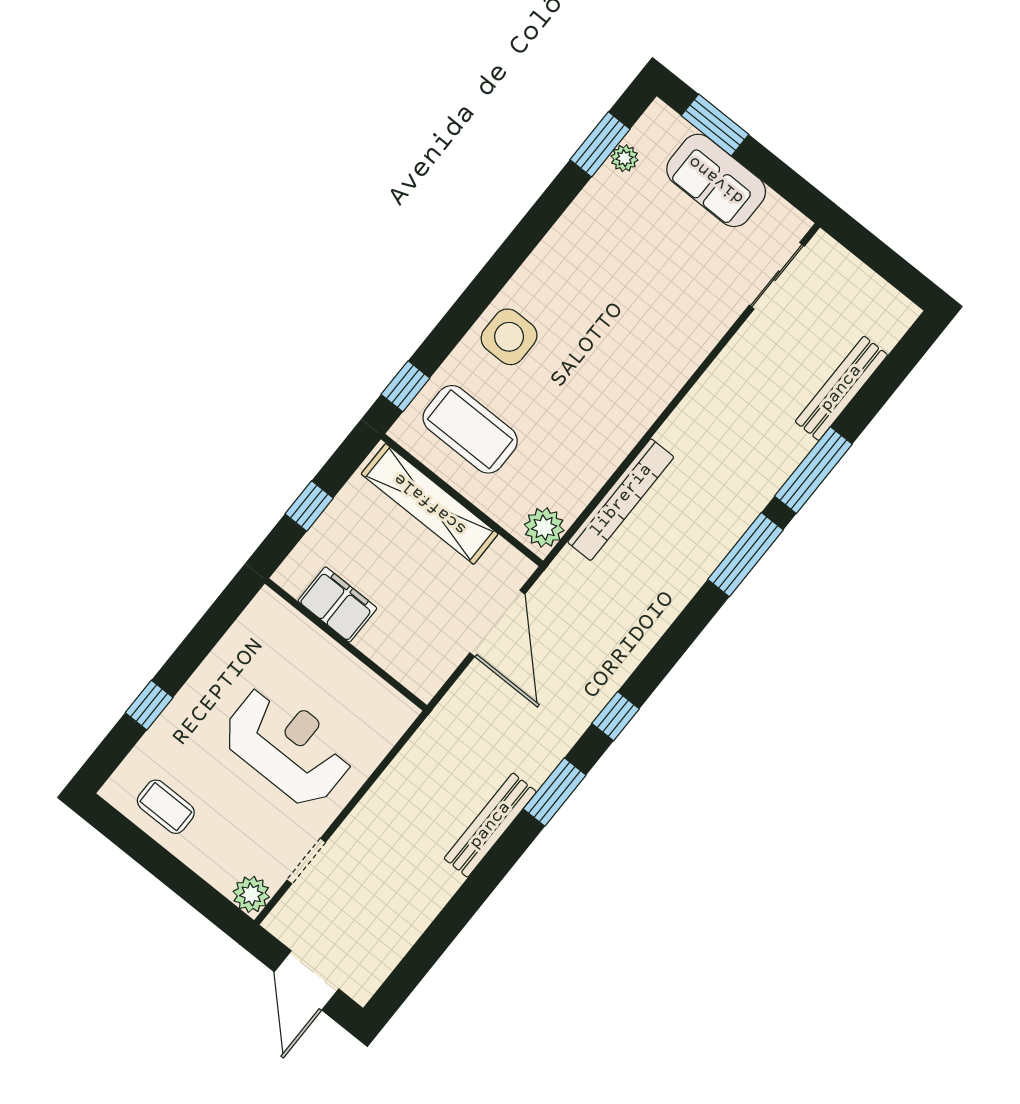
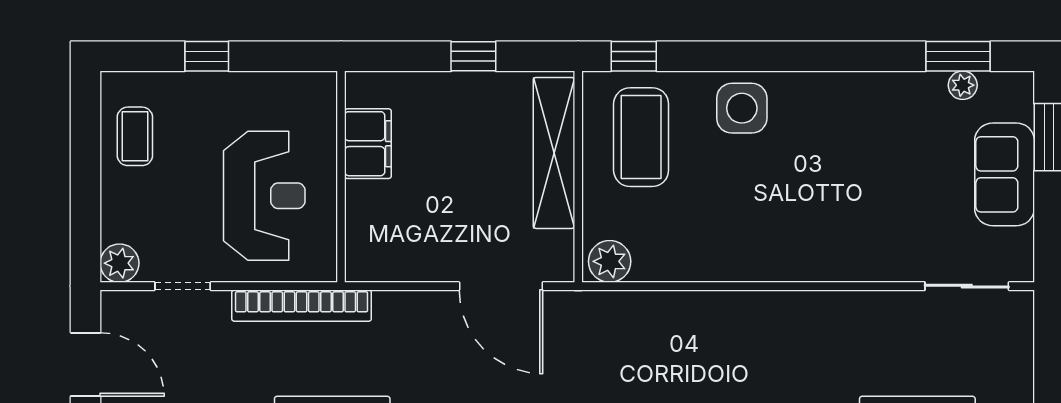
bookcase: (621, 500) -> (302, 306), moved
filing cabinet: (337, 604) -> (368, 144), moved
door: (497, 623) -> (501, 286), hinge flipped
wall: (346, 644) -> (341, 177), moved
door: (306, 980) -> (86, 364), swing flipped

